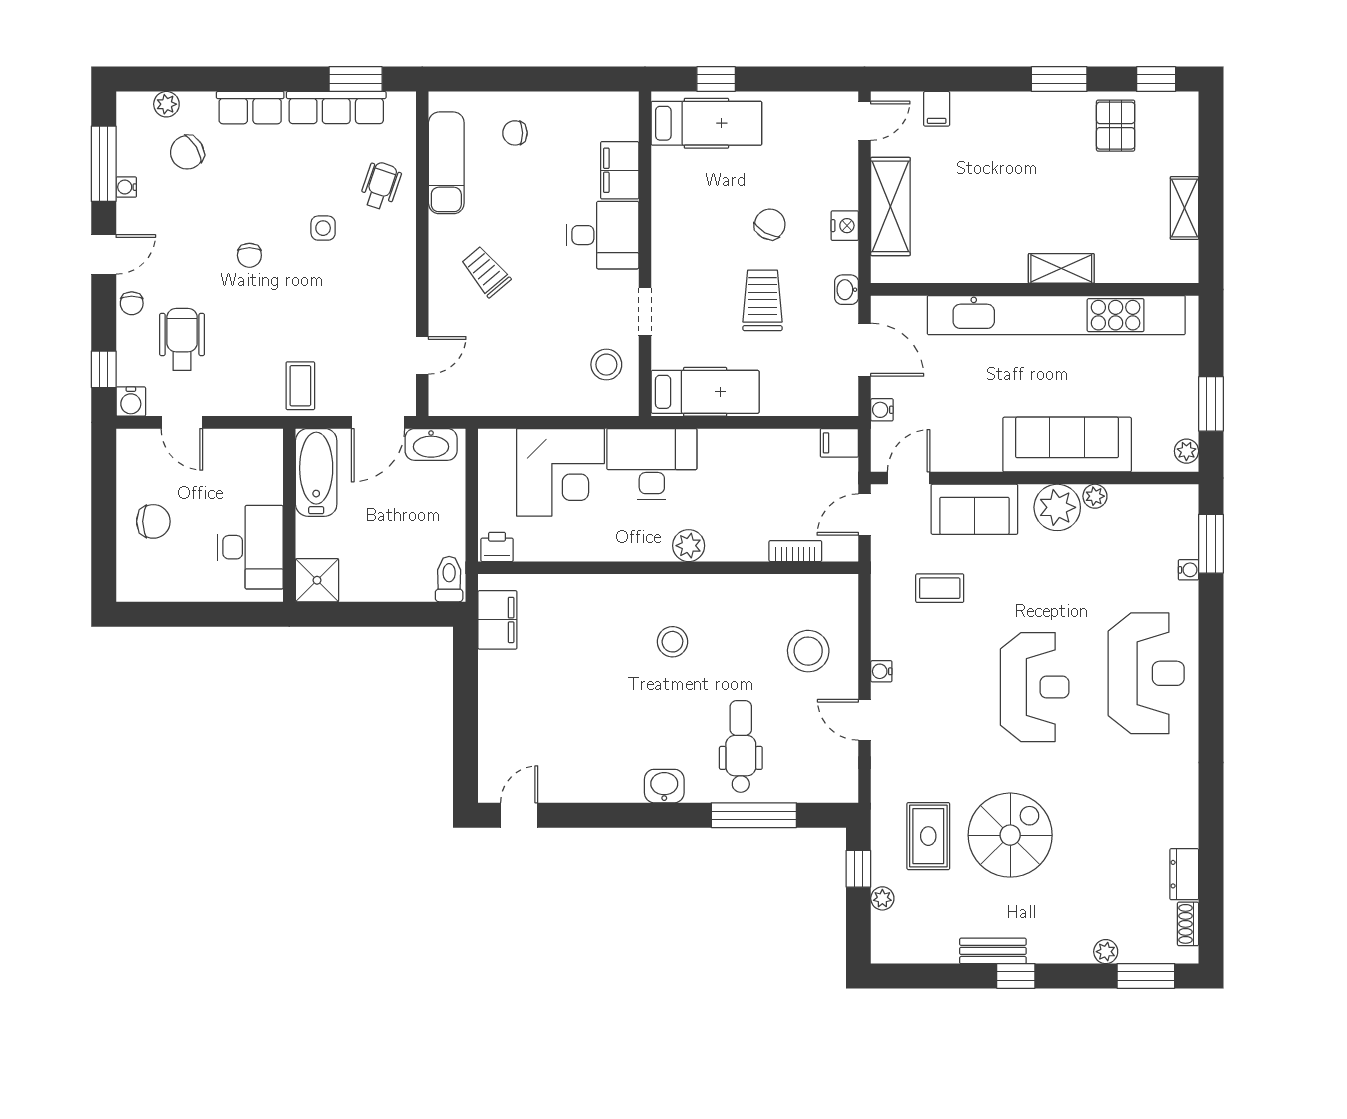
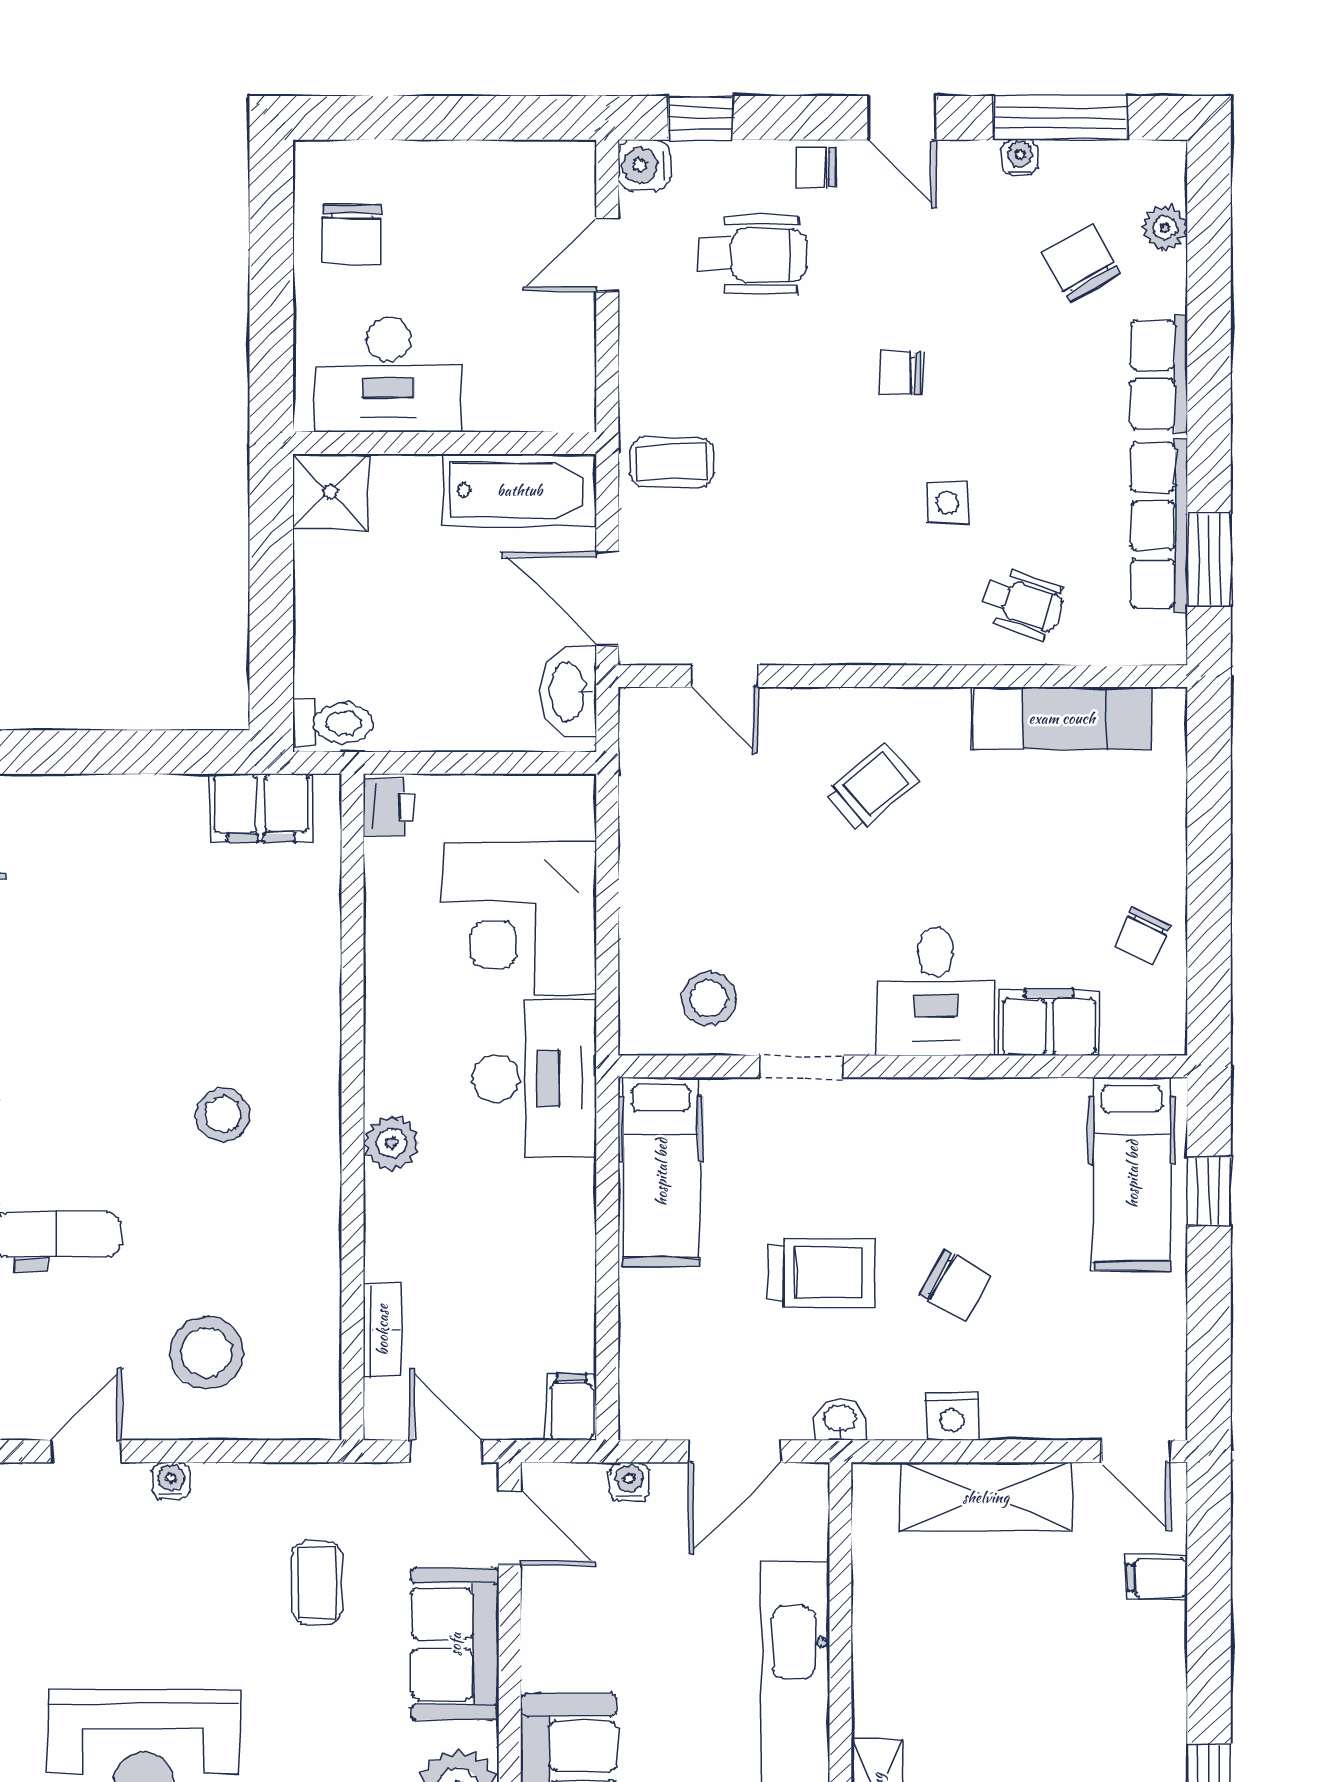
chair: (515, 133) -> (1143, 935), moved, turned -153
chair: (153, 521) -> (352, 234), moved

